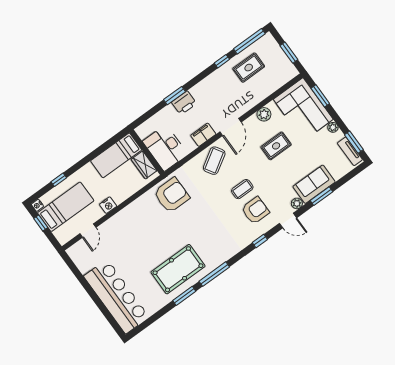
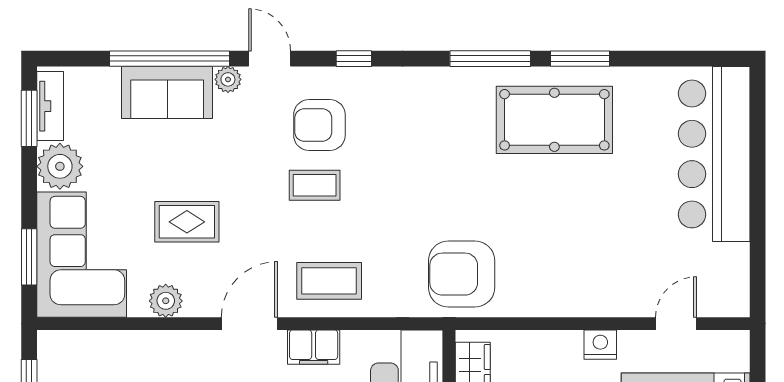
plant: (333, 127) -> (60, 166), width x1.87, depth x1.87
coffee table: (214, 161) -> (329, 281), turned 32
window: (322, 196) -> (169, 59), width x2.11

